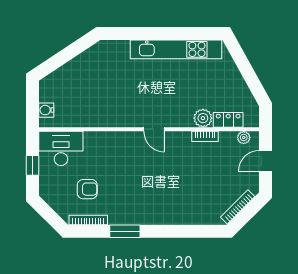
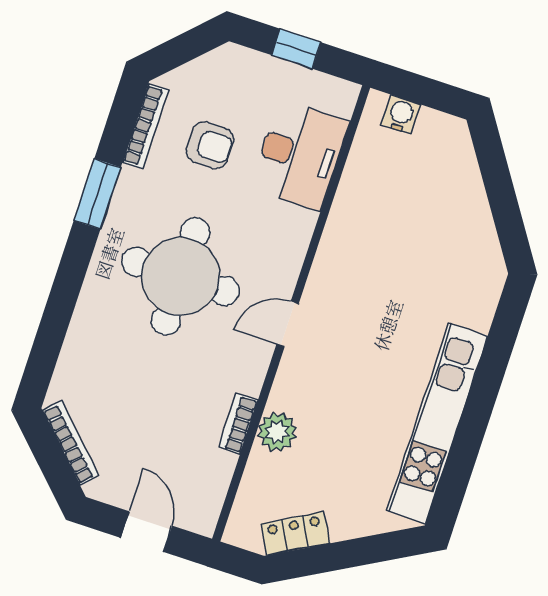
locker: (228, 120) -> (295, 533), moved, turned -119
plant: (244, 138) -> (210, 503), removed
desk: (61, 148) -> (300, 155), moved
round table: (149, 183) -> (180, 276), added
armchair: (87, 189) -> (210, 145), turned -90

